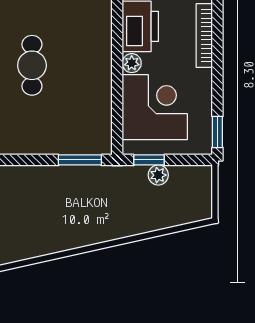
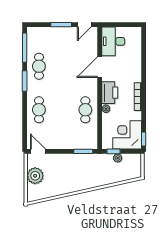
cafe table: (32, 65) -> (85, 110), moved
corner desk: (155, 107) -> (127, 135), moved, turned -90

